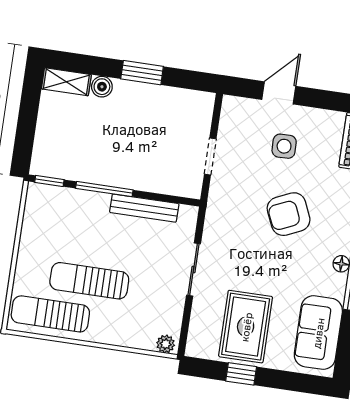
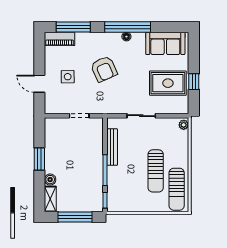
window: (27, 122) -> (75, 217), added

